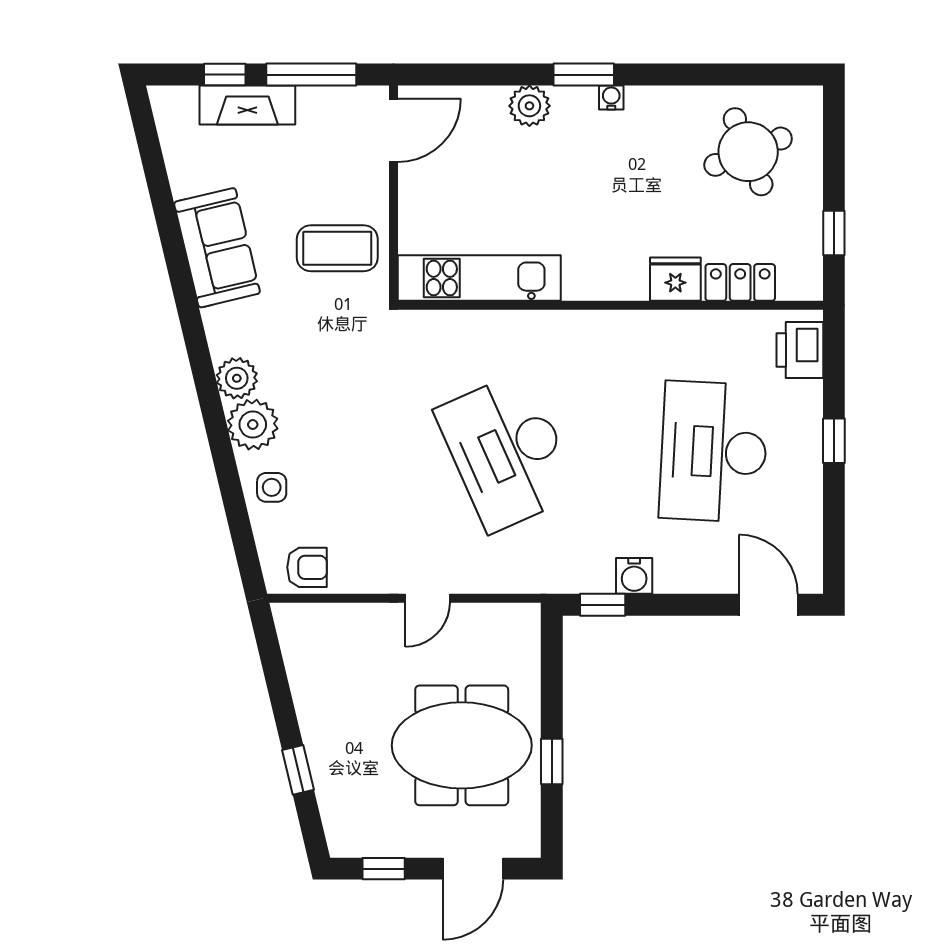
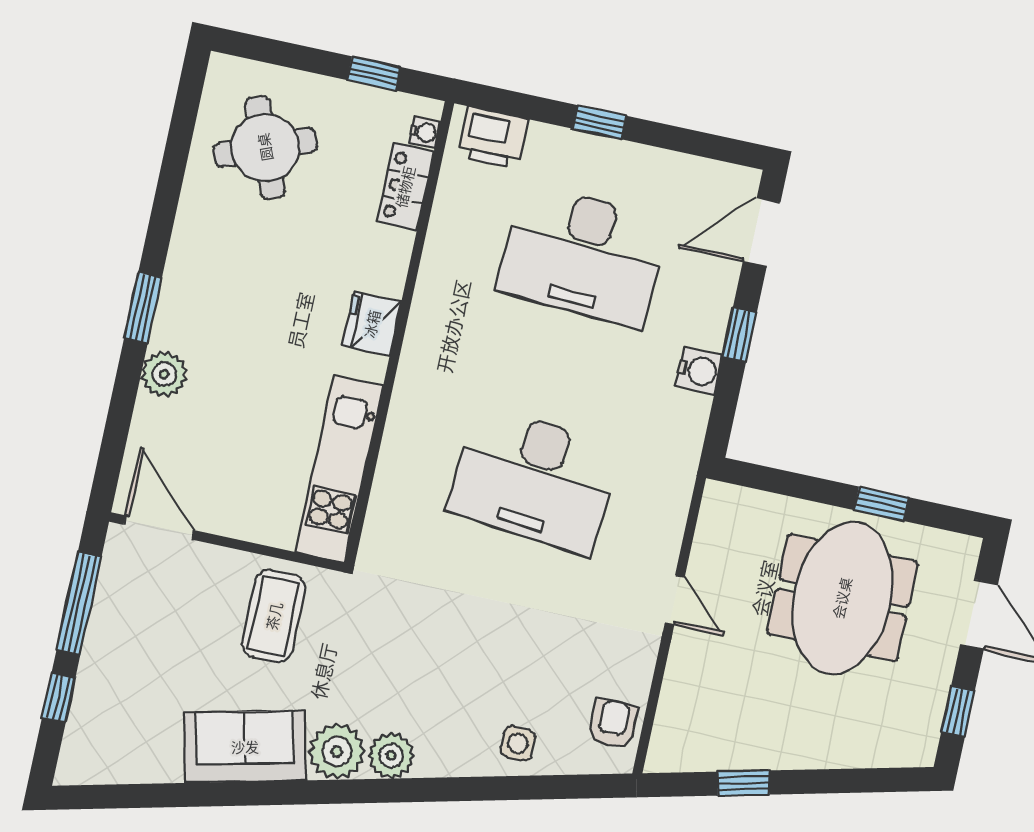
water cooler: (611, 97) -> (424, 132), moved, turned 180
fireplace: (247, 105) -> (97, 680), removed
fridge: (675, 279) -> (372, 324), moved
plant: (253, 425) -> (337, 752), moved
desk: (507, 452) -> (534, 479), turned 30
window: (603, 605) -> (739, 335), moved
window: (298, 770) -> (743, 783), moved

